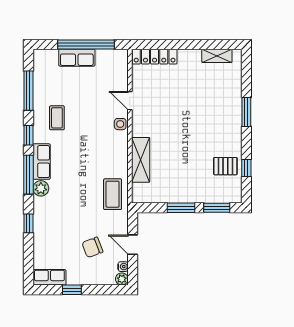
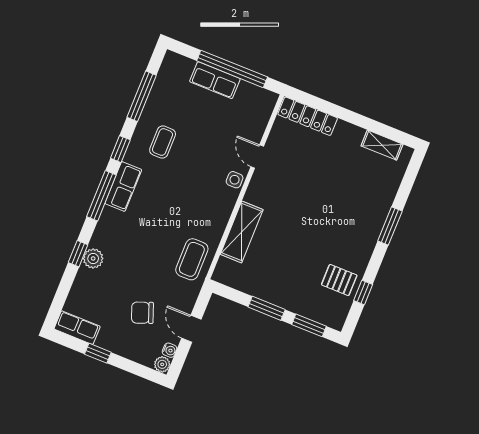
plant: (41, 188) -> (93, 258), moved

